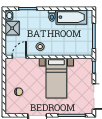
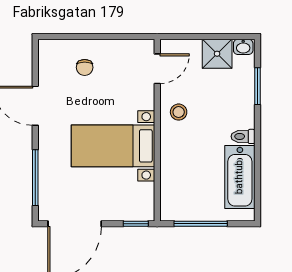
door: (19, 57) -> (157, 69), hinge flipped

